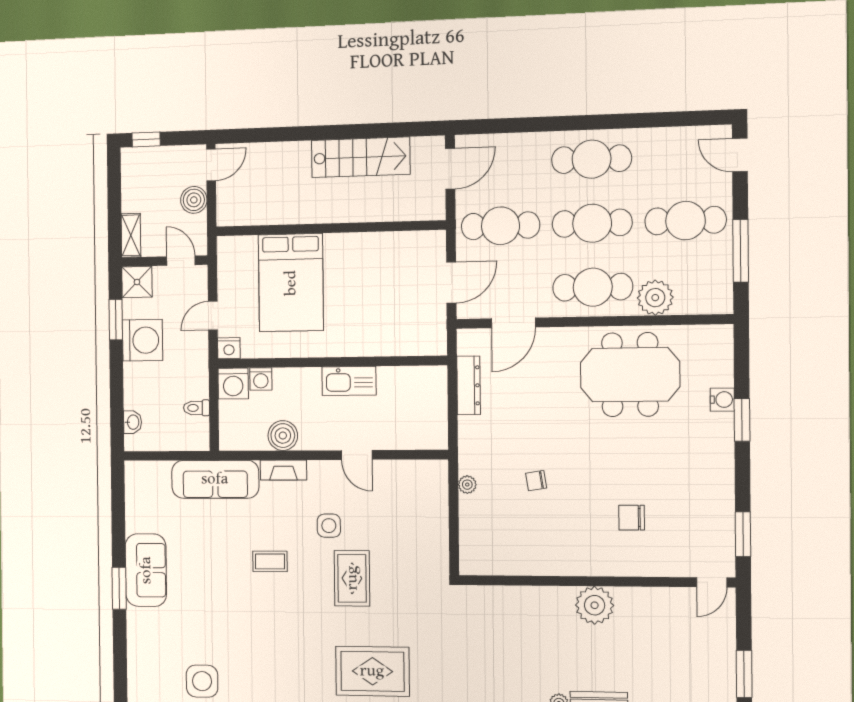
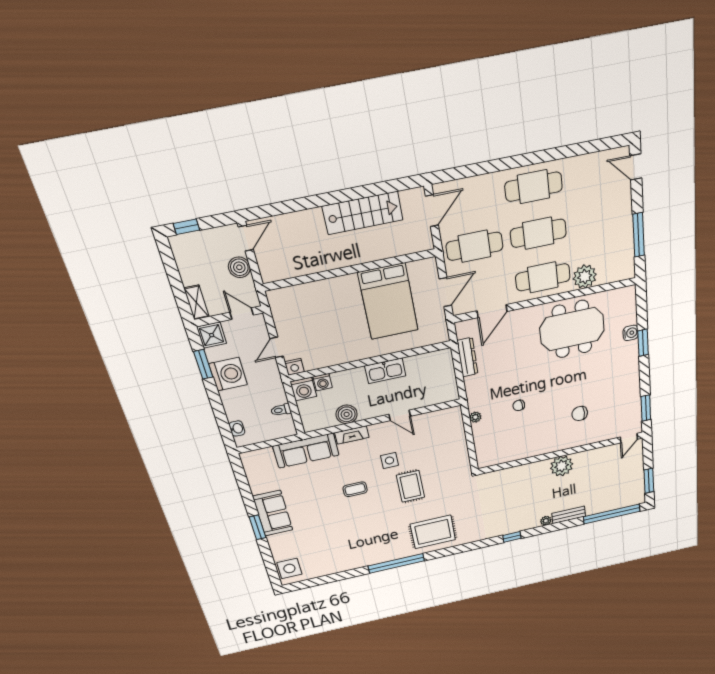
cafe table: (686, 221) -> (601, 220), removed
bed: (291, 283) -> (388, 302), moved
side table: (202, 681) -> (289, 569), moved

